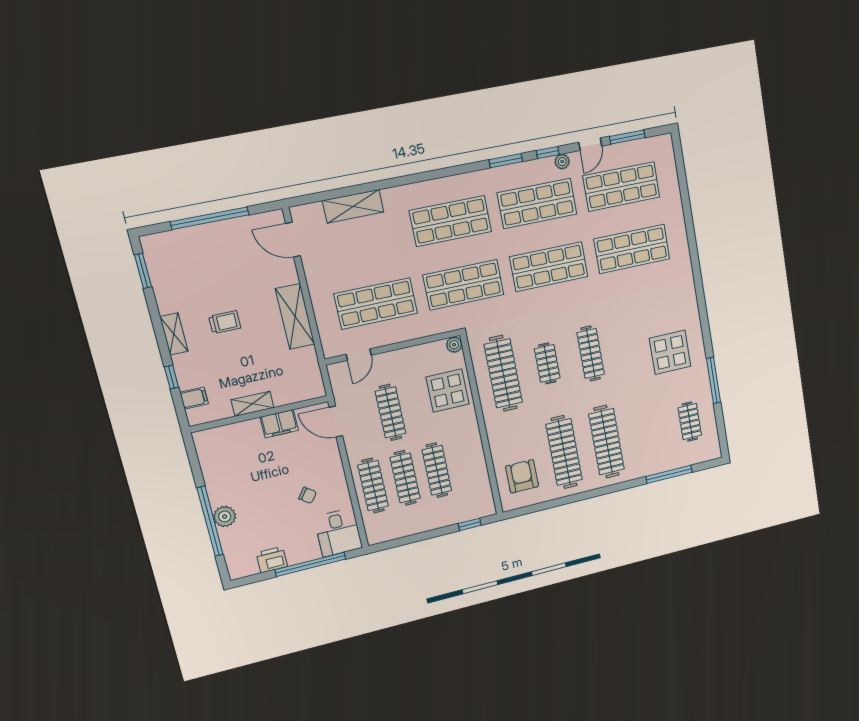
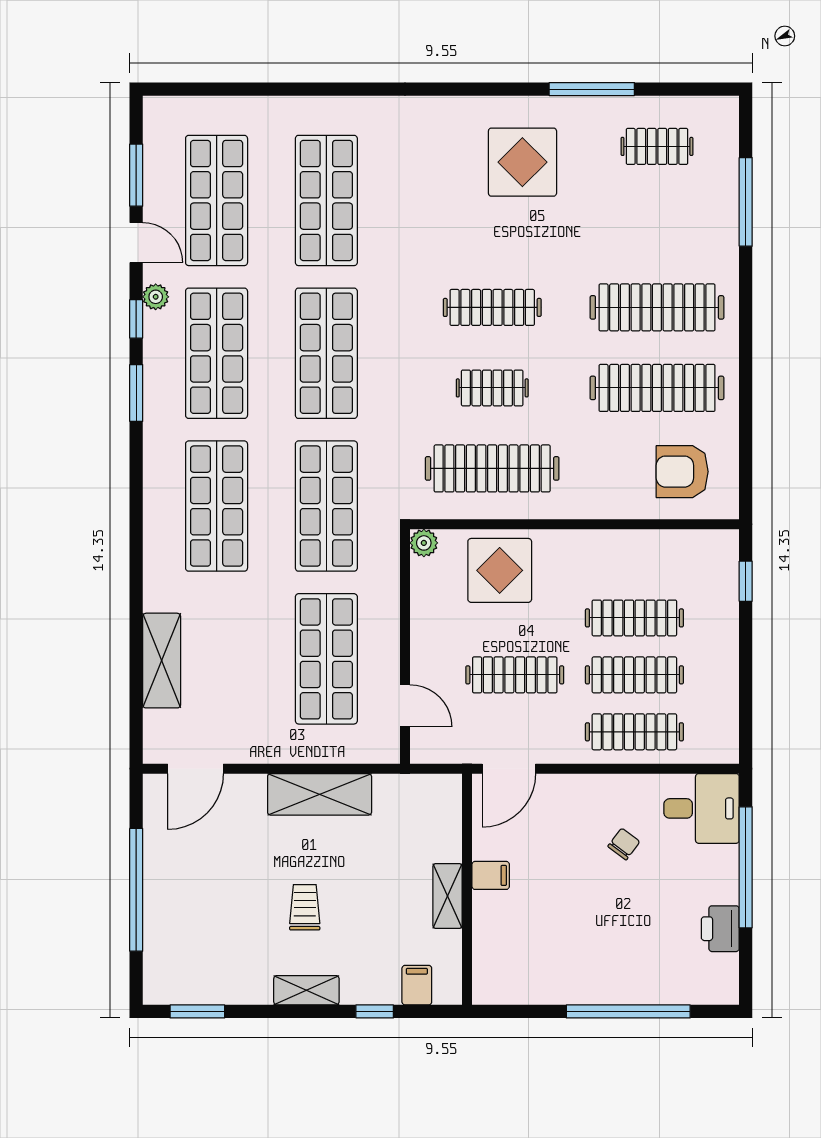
filing cabinet: (279, 424) -> (491, 875), width x0.50
plant: (225, 516) -> (626, 986), removed

